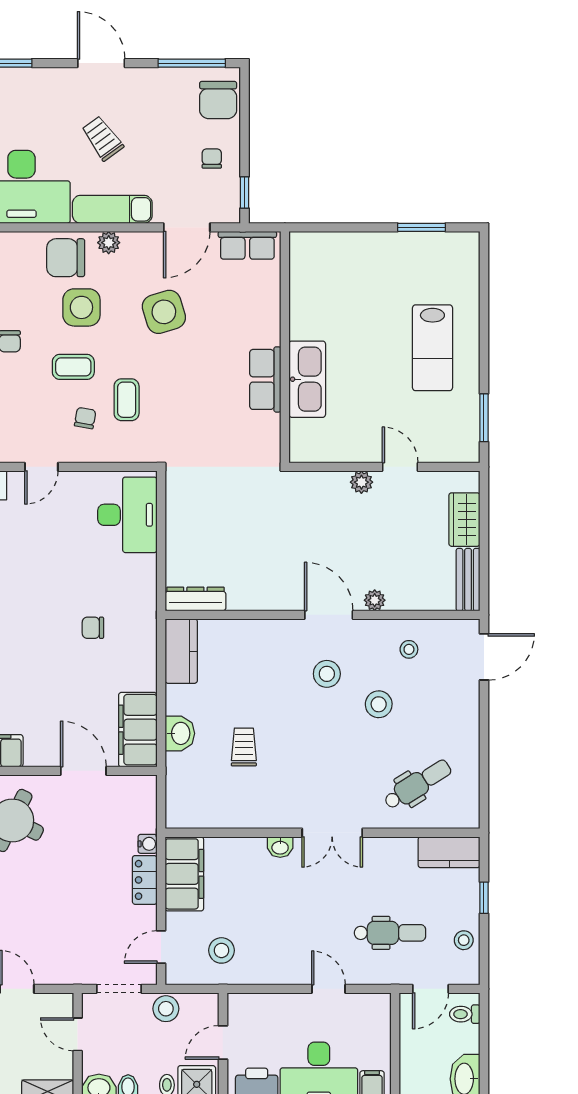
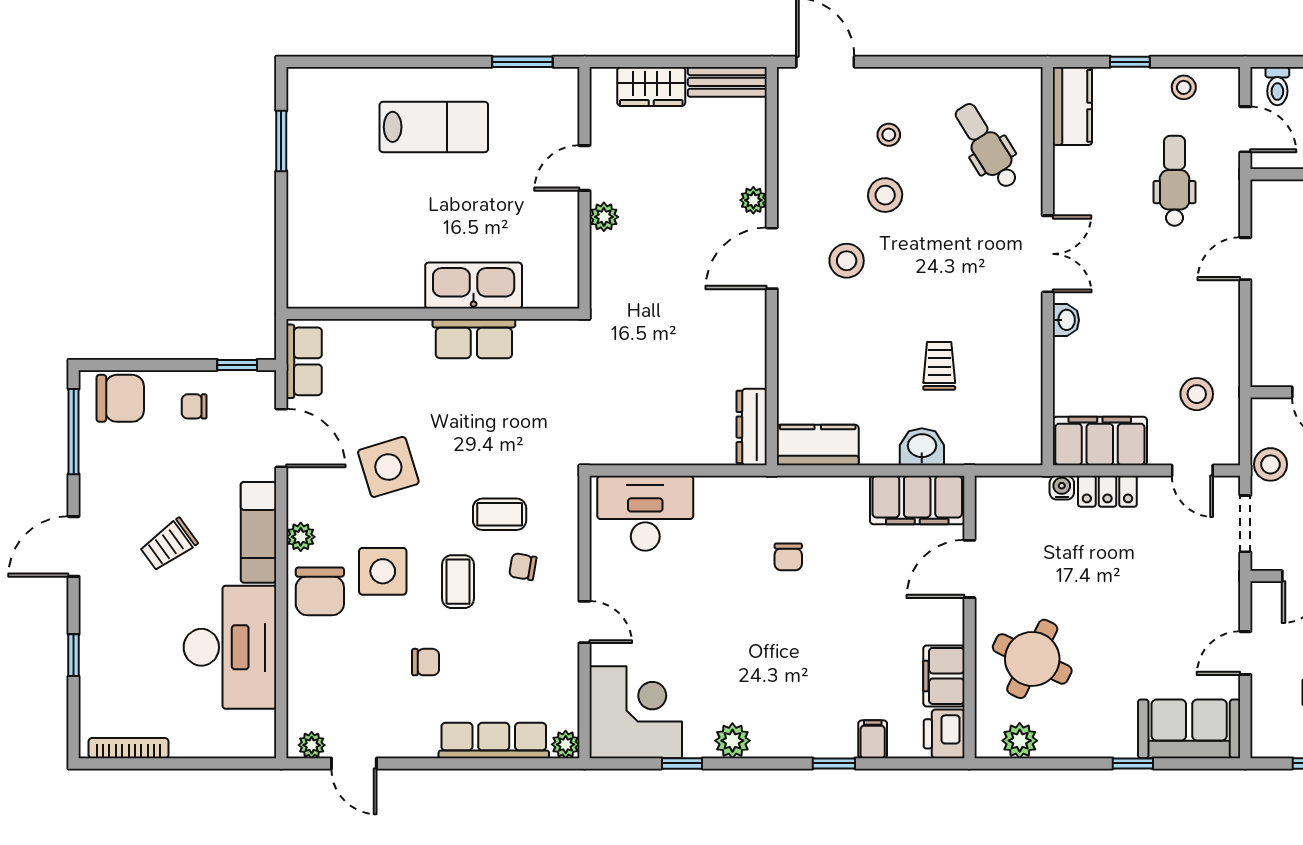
stool: (409, 649) -> (889, 135), moved
trolley: (244, 747) -> (939, 366), turned 90

